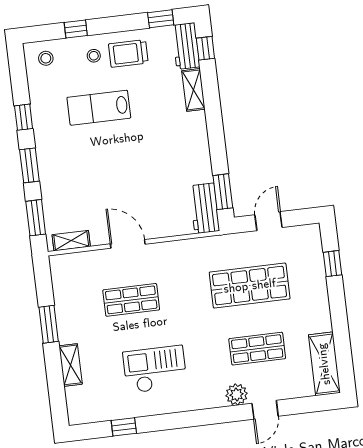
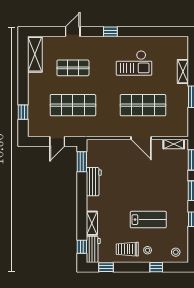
trolley: (128, 53) -> (127, 249), turned 180
workbench: (204, 208) -> (94, 182), moved
shop shelf: (131, 300) -> (143, 105), width x1.43, depth x1.36
plant: (237, 395) -> (88, 43), removed
window: (124, 427) -> (110, 32), moved

